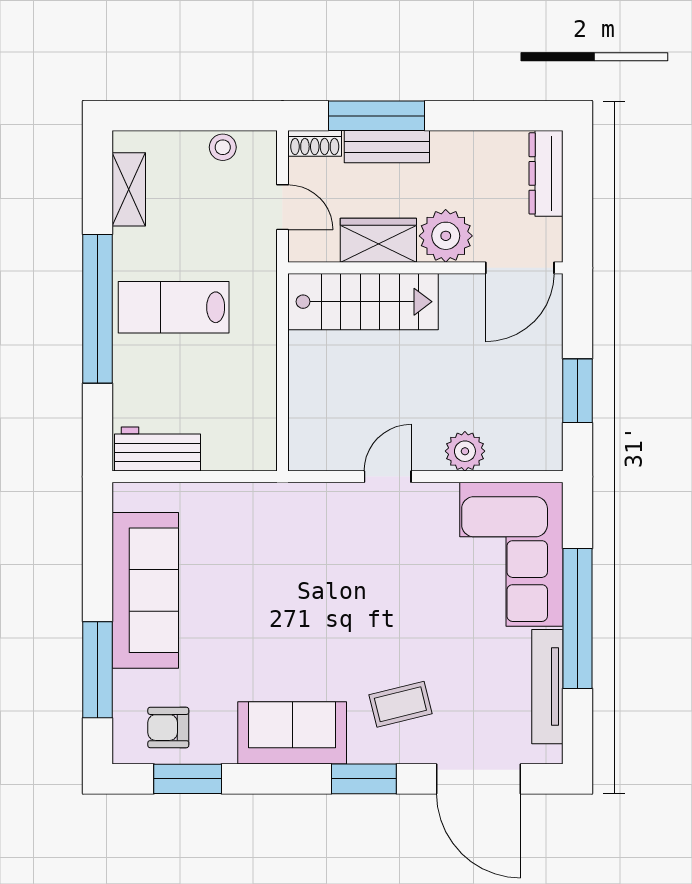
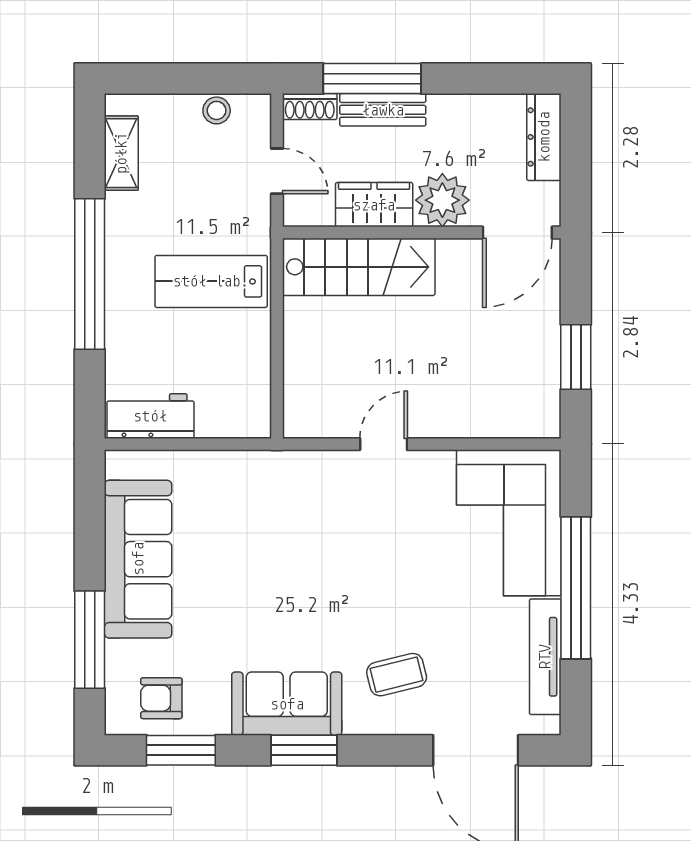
lab bench: (174, 307) -> (211, 281), moved
plant: (465, 451) -> (462, 418), removed
window: (364, 779) -> (304, 750), moved

